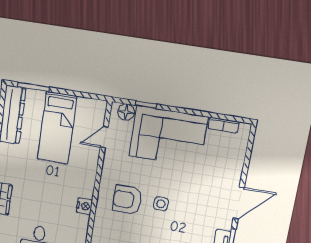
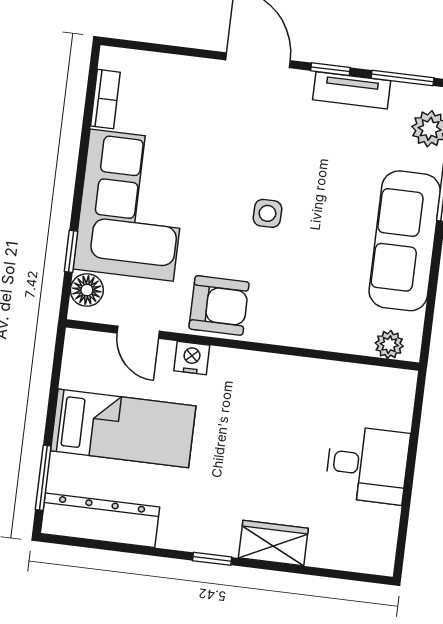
armchair: (127, 200) -> (219, 305), moved, turned -90
nightstand: (84, 206) -> (192, 358), moved

